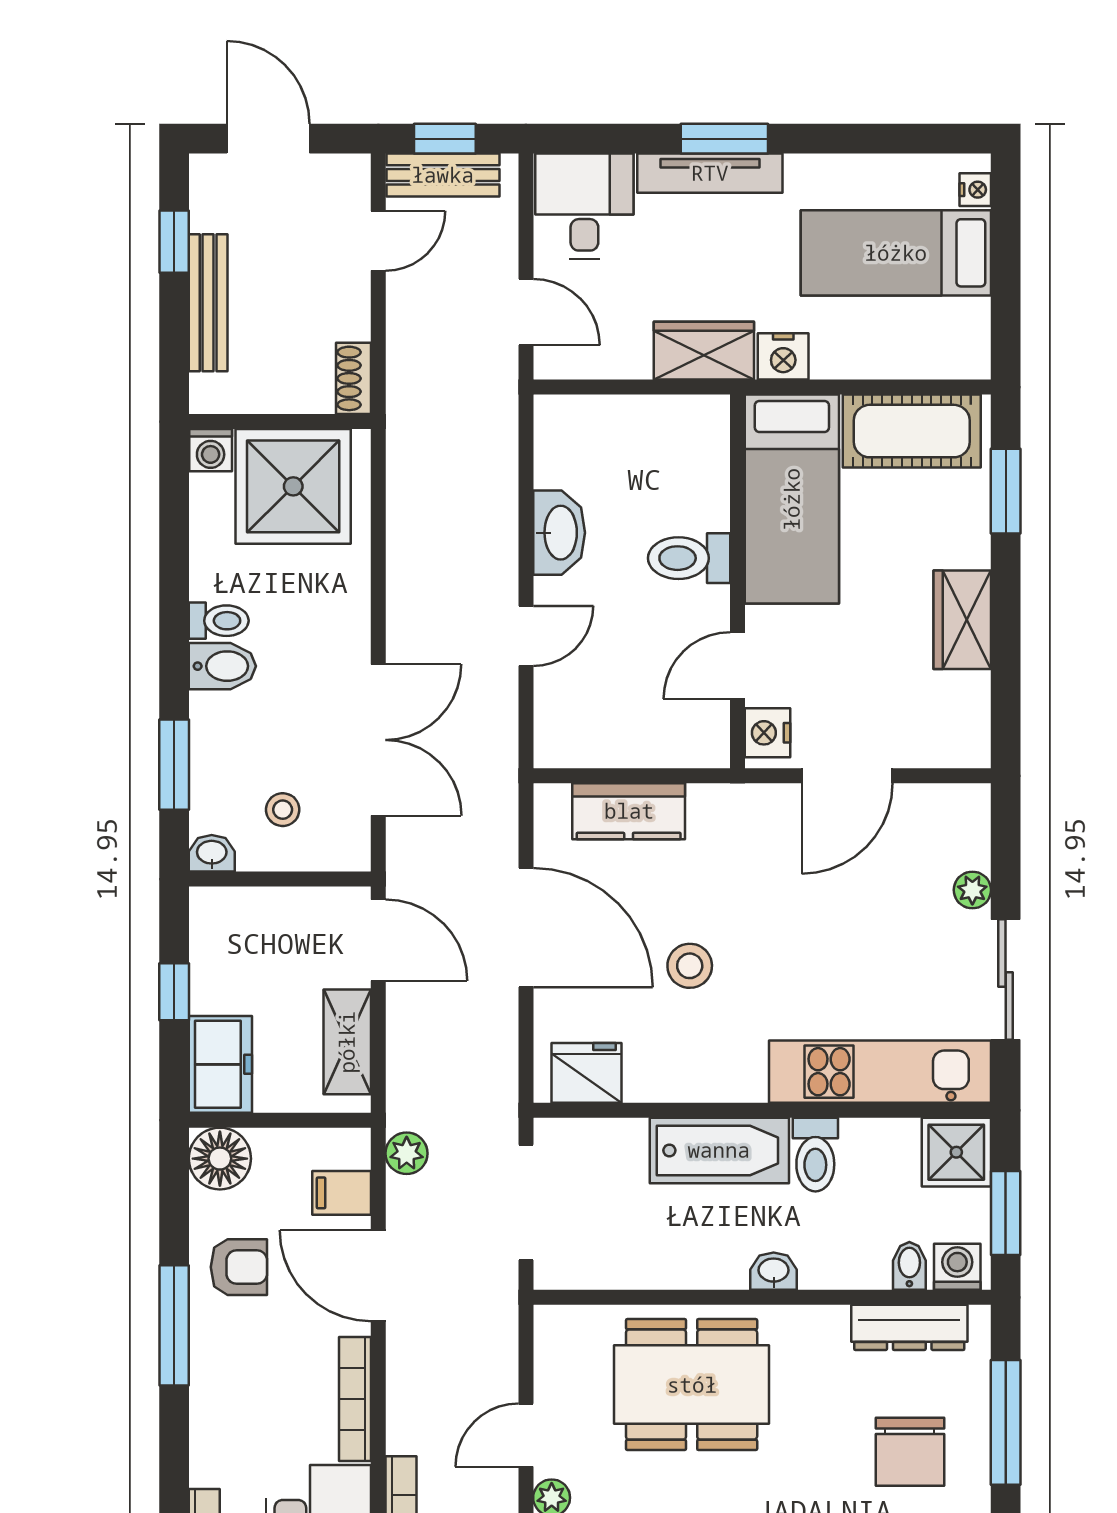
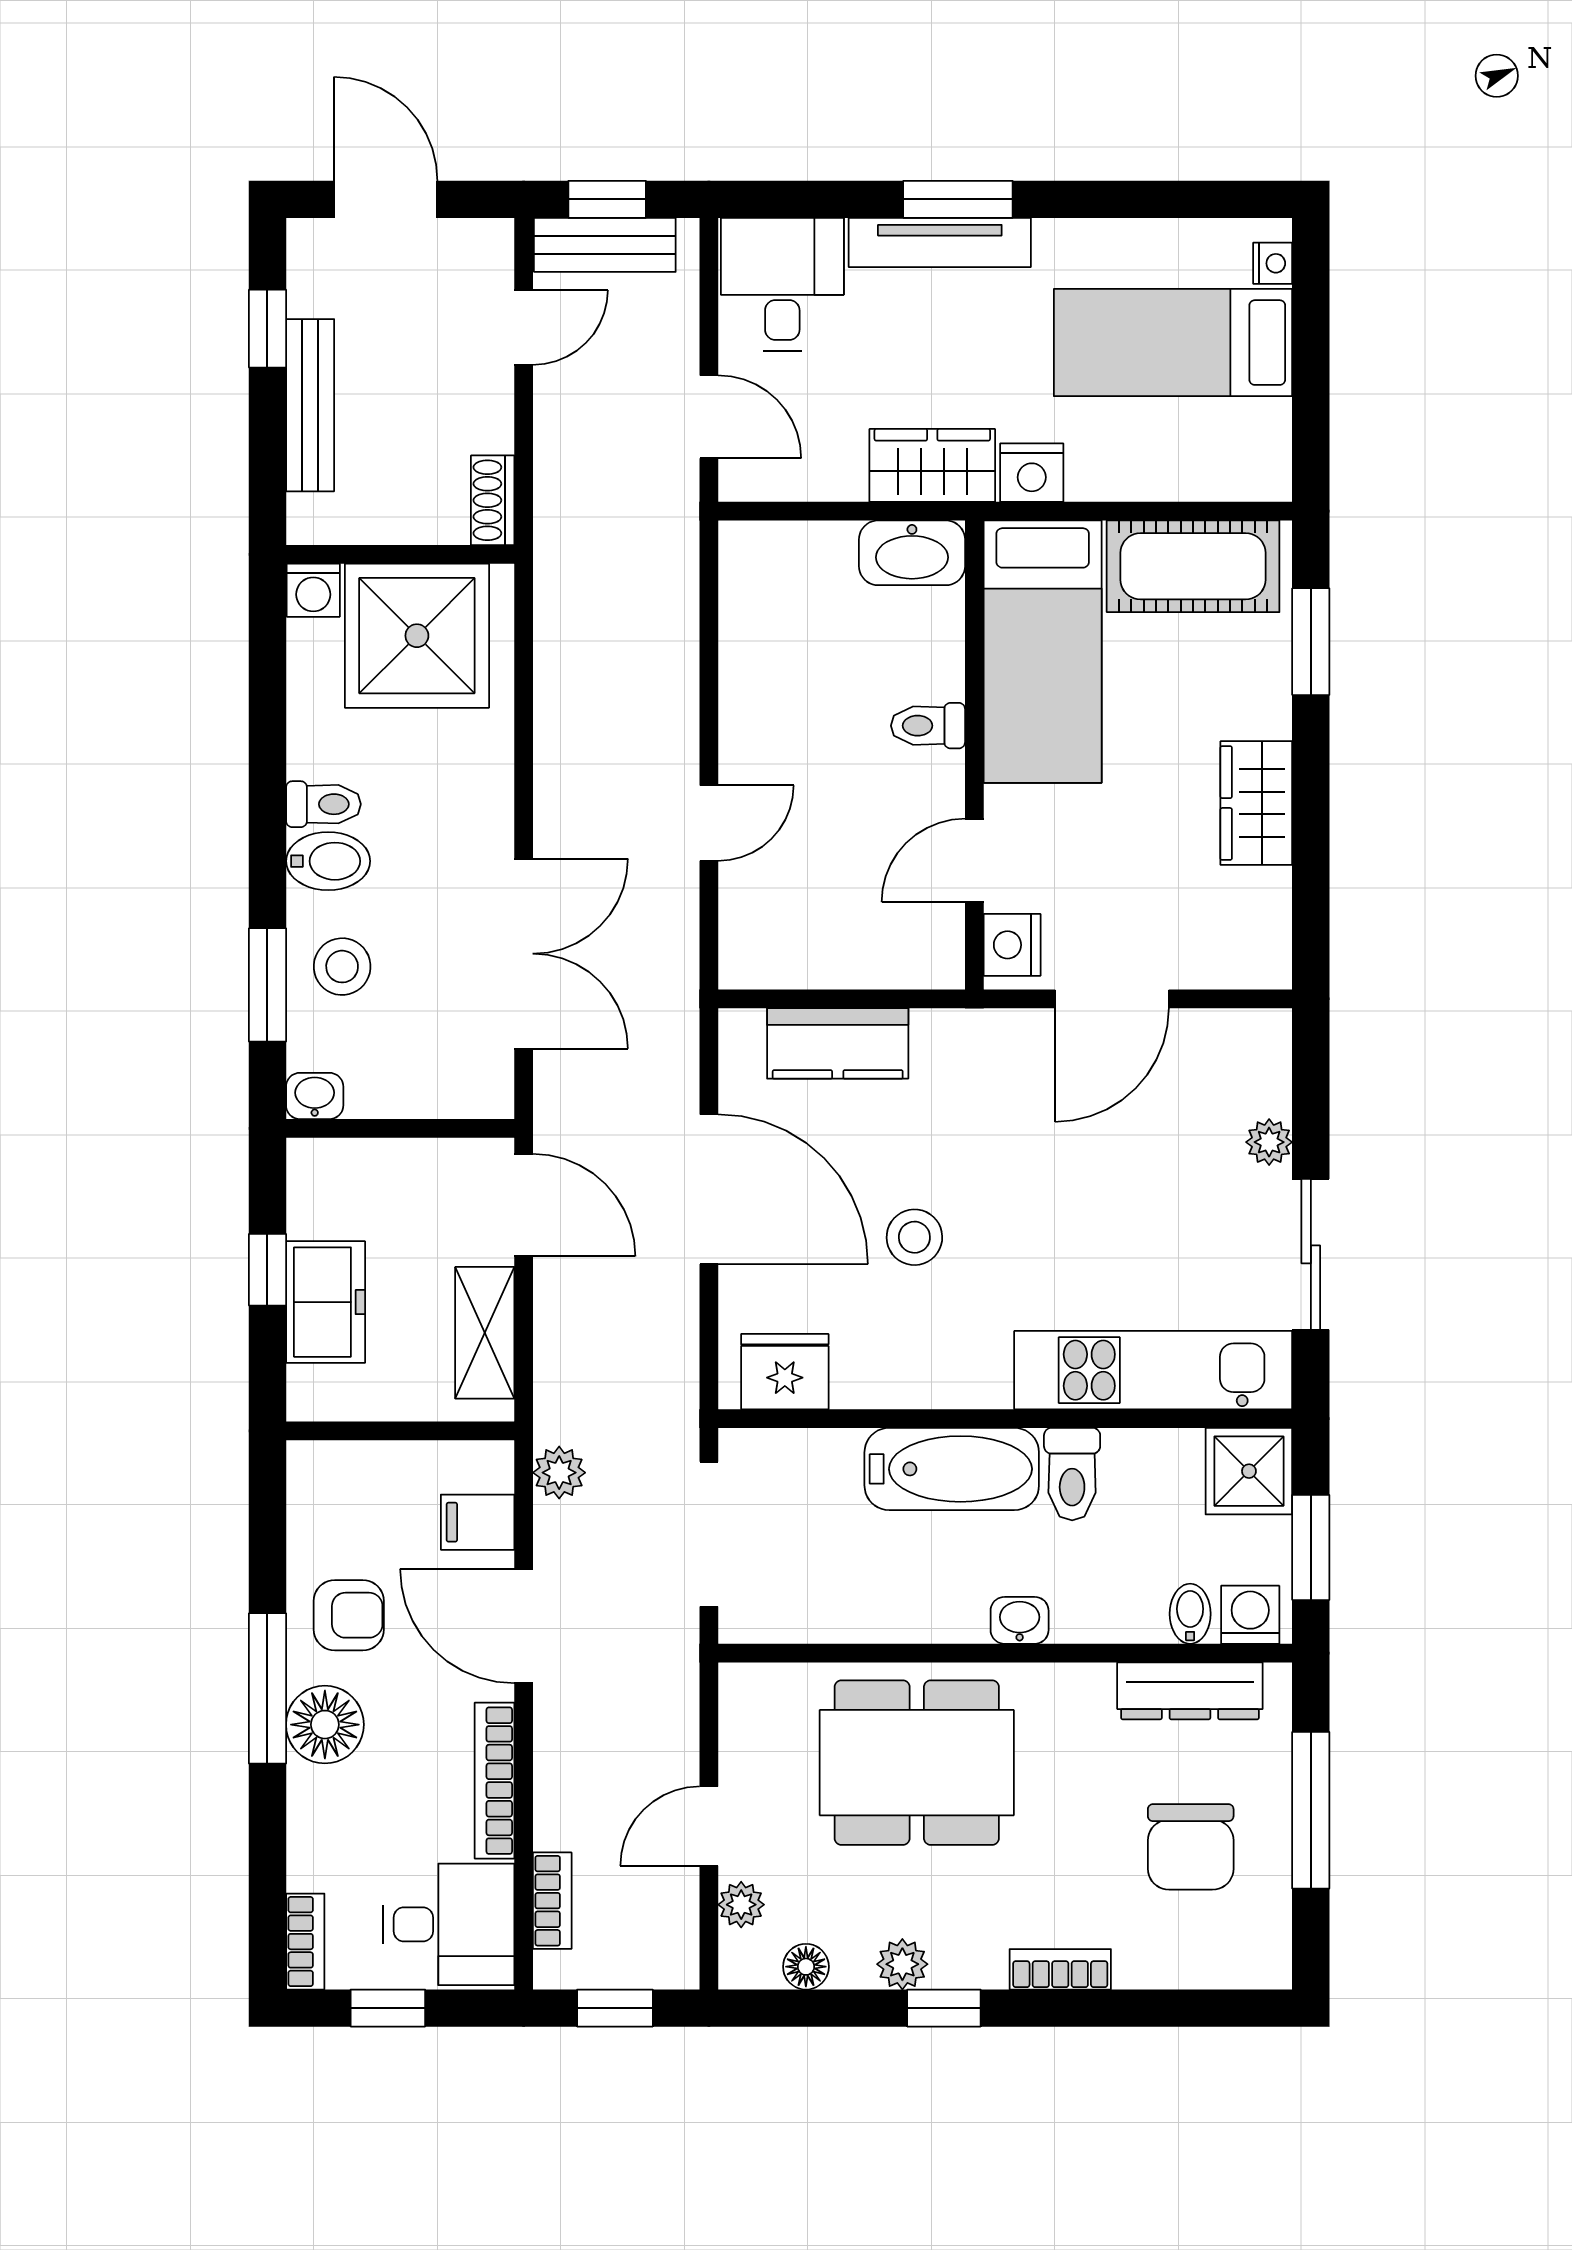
washbasin: (559, 533) -> (912, 553), moved, turned 90
toilet: (689, 558) -> (928, 726), width x0.73, depth x0.72
stool: (283, 810) -> (342, 967), moved, width x1.37, depth x1.37
freezer: (220, 1064) -> (326, 1302), moved
floor lamp: (220, 1159) -> (325, 1725), moved

